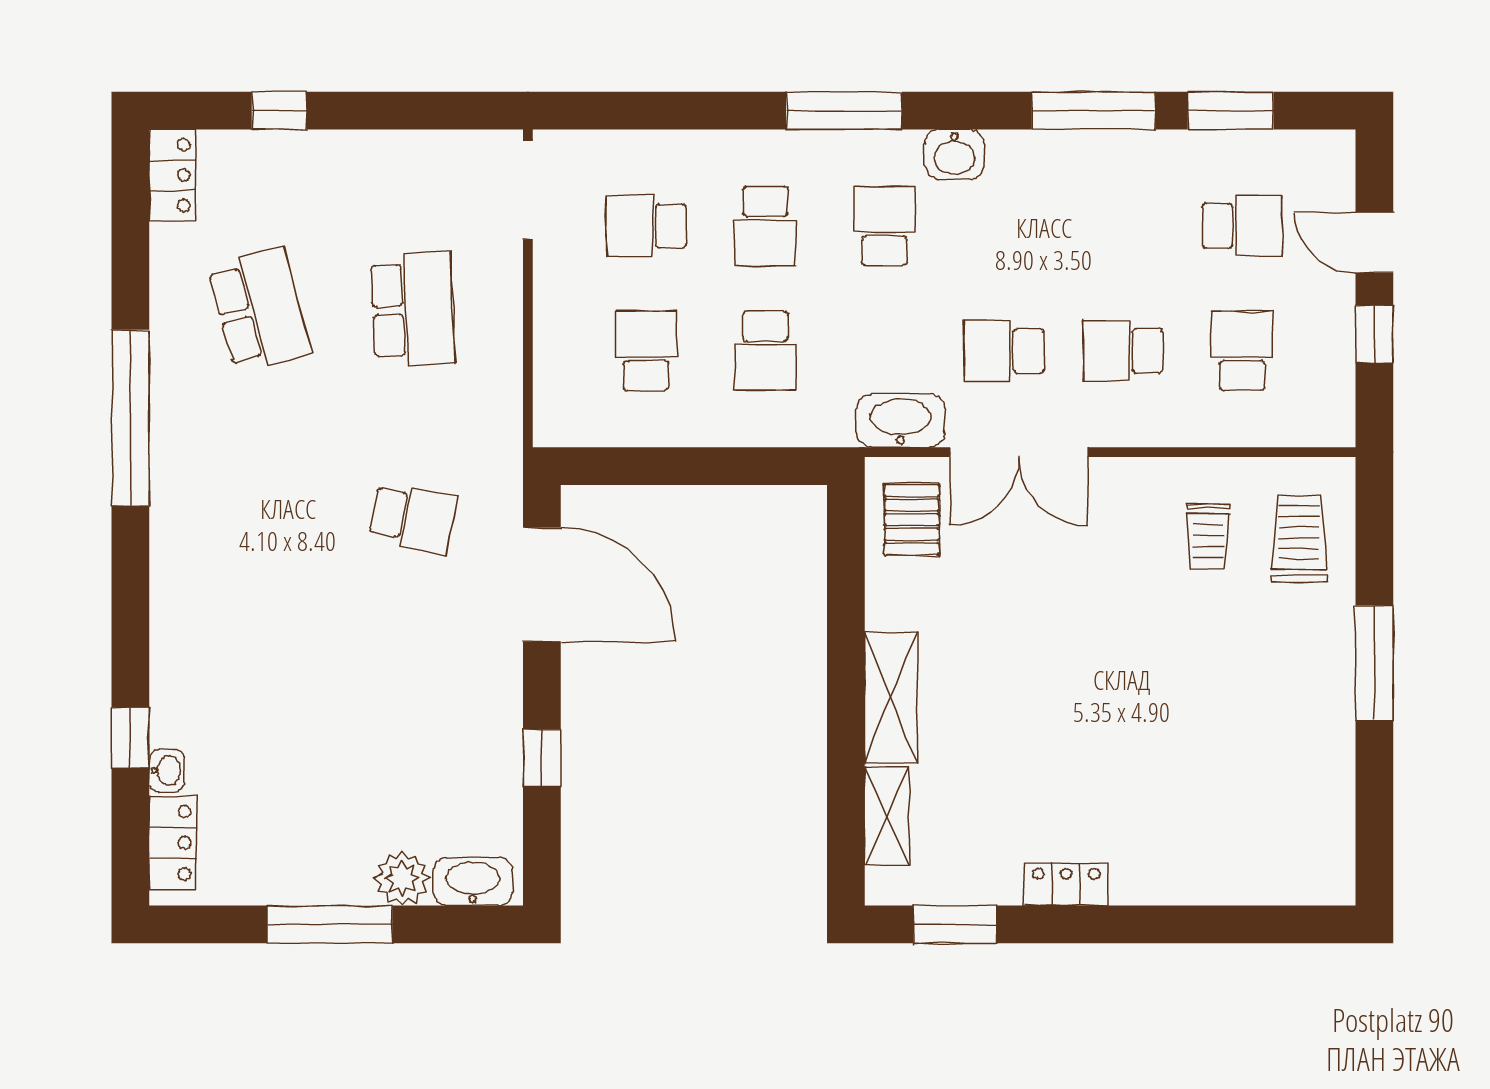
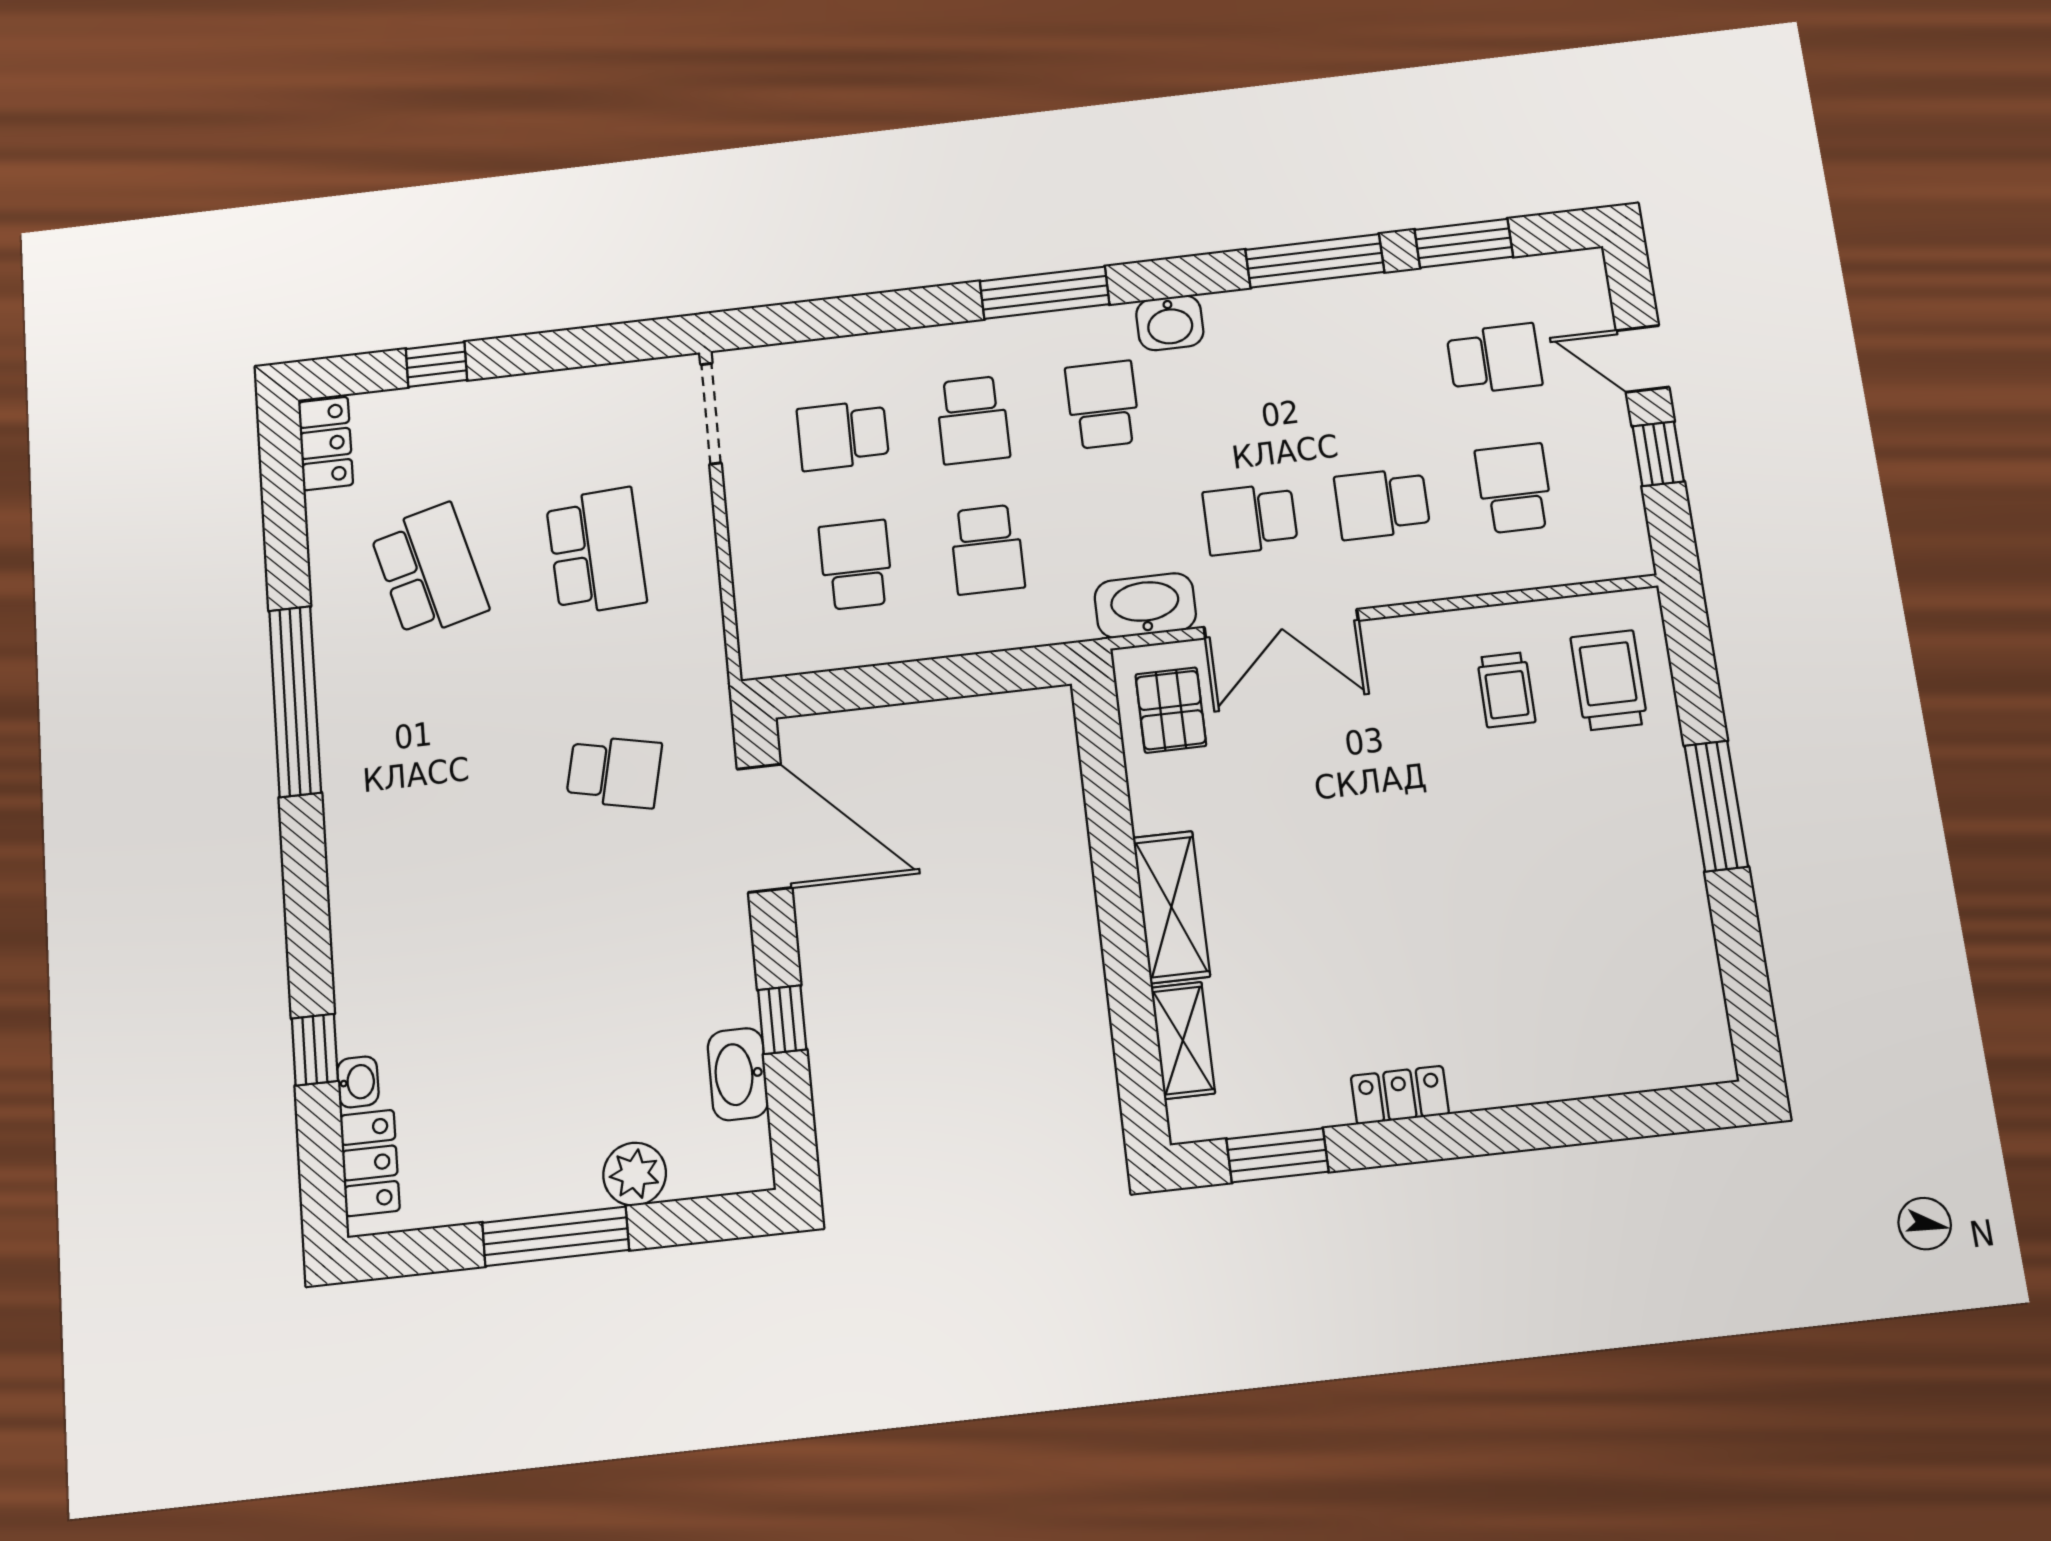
washbasin: (473, 882) -> (738, 1074), moved, turned -90

